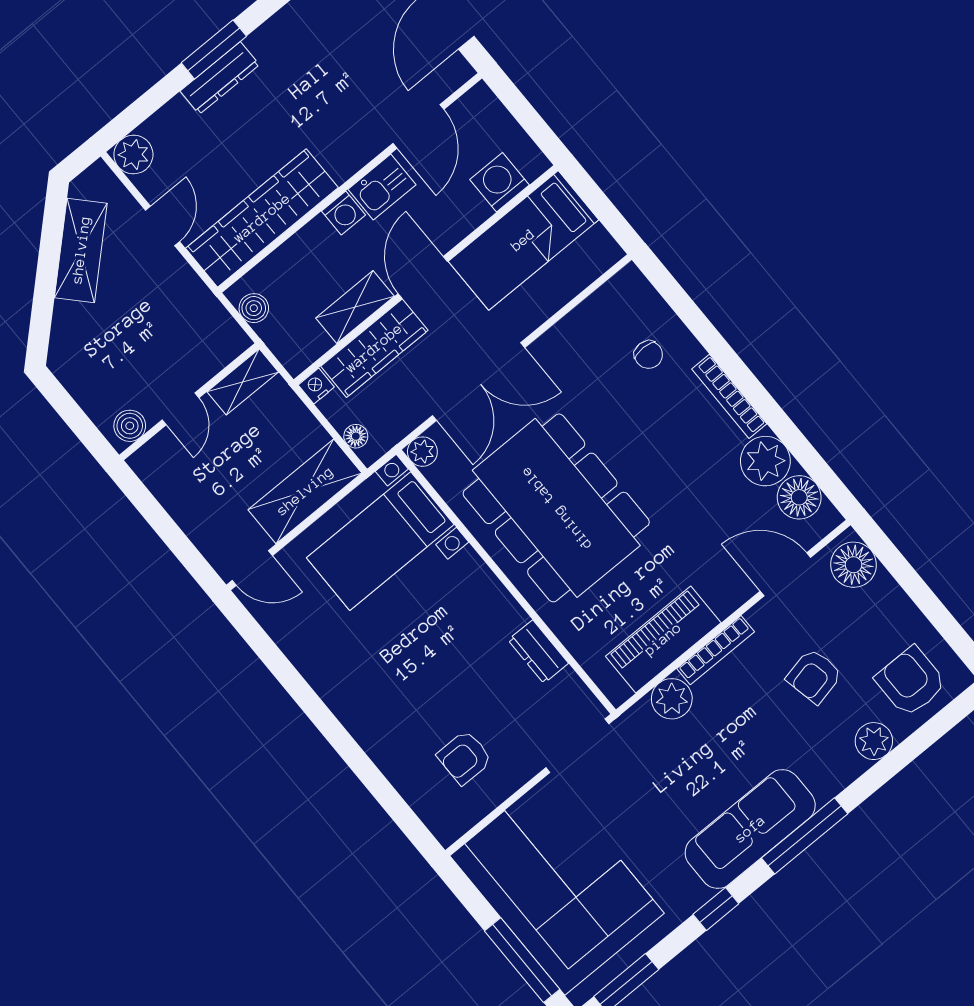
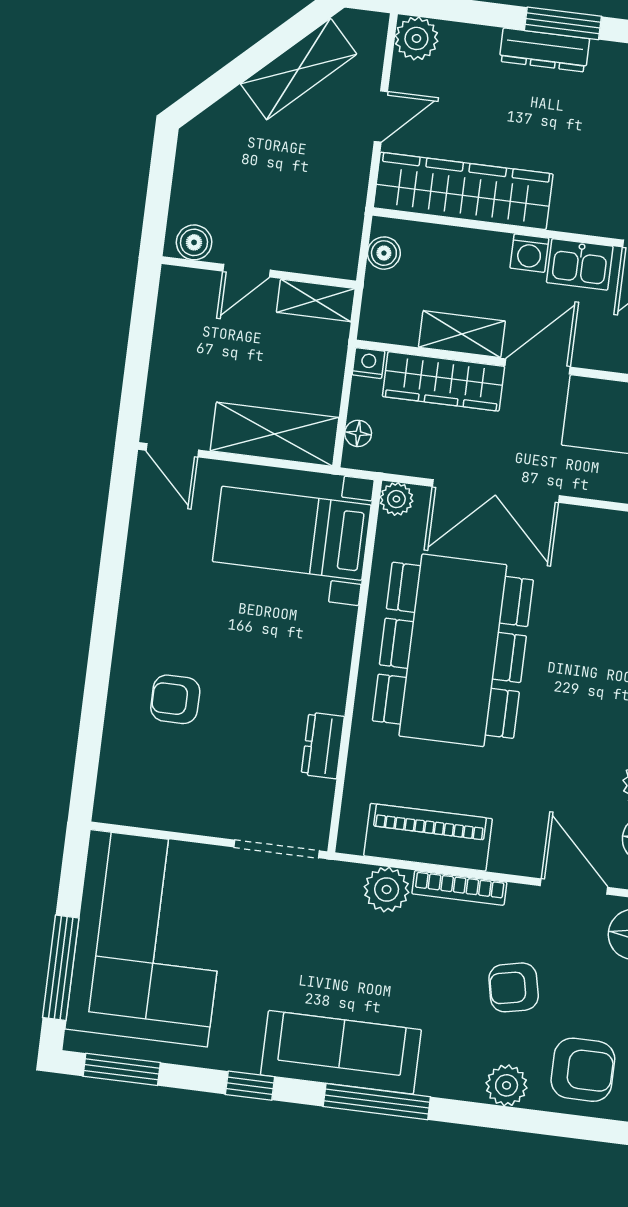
armchair: (911, 681) -> (583, 1070), turned 90
armchair: (465, 757) -> (175, 699), moved

